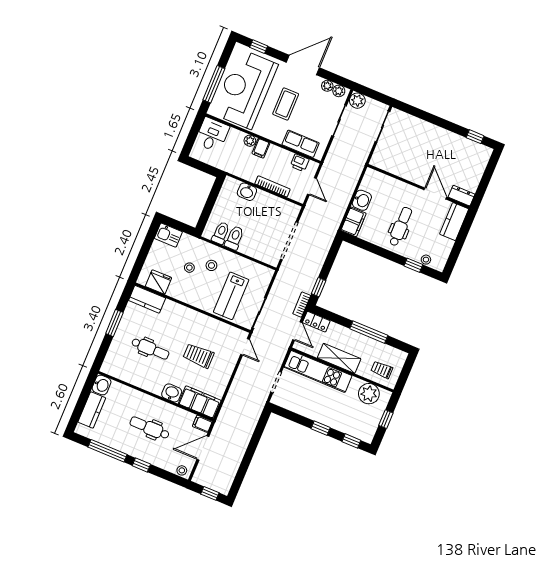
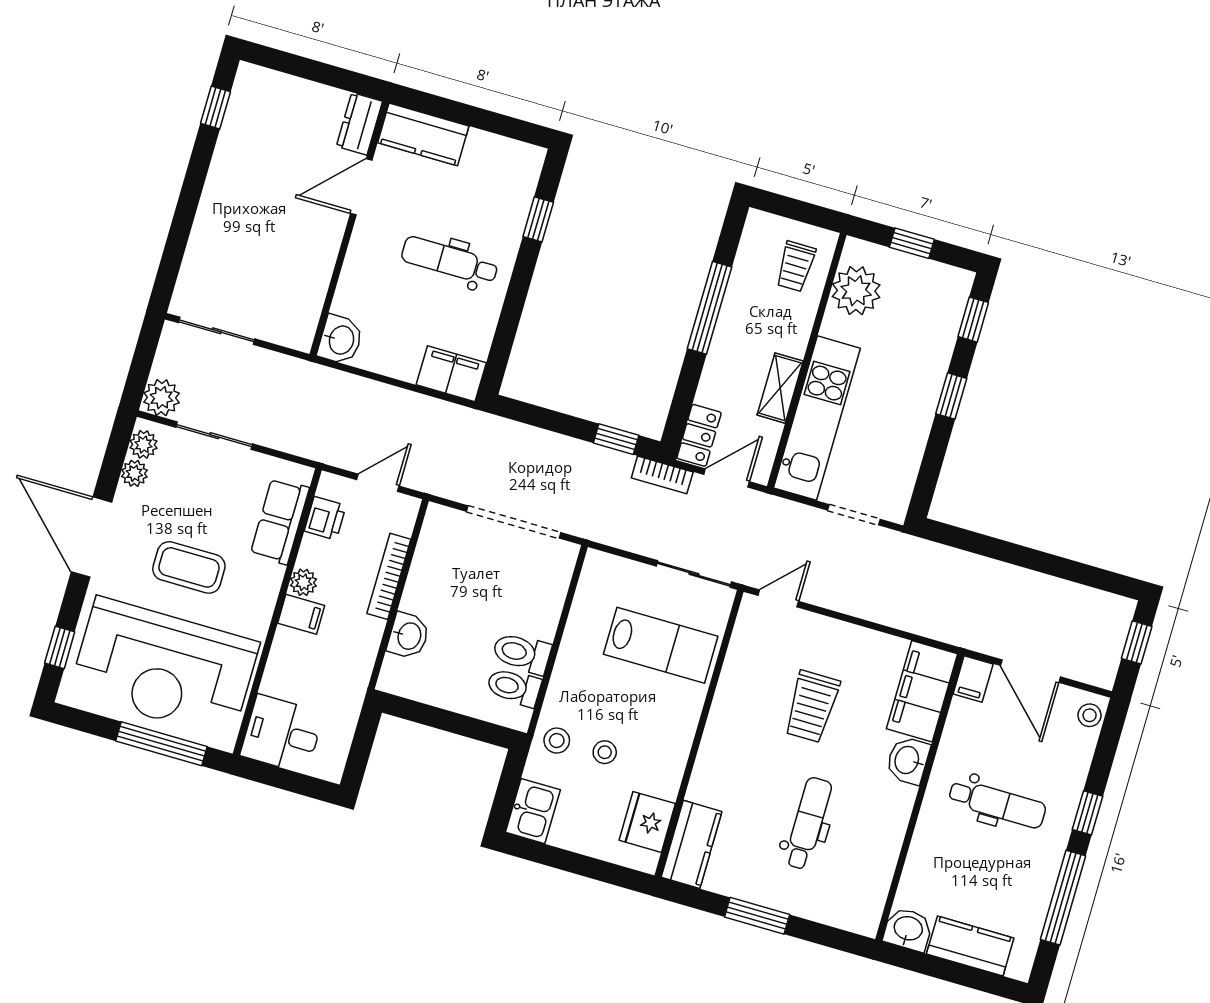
plant: (250, 141) -> (303, 582), moved
washbasin: (362, 200) -> (340, 340), moved, turned 90
stool: (426, 260) -> (521, 191), removed
stool: (211, 265) -> (557, 741), moved
shelving: (339, 358) -> (780, 388), width x0.67, depth x0.75
dental chair: (150, 428) -> (997, 804), turned -90

